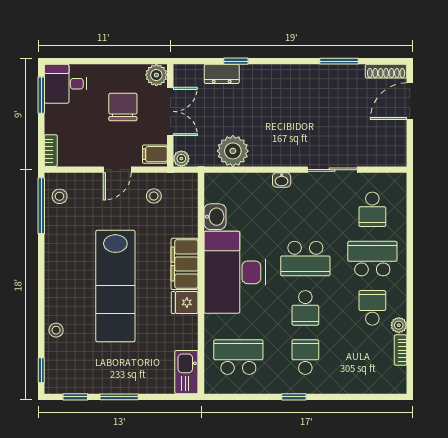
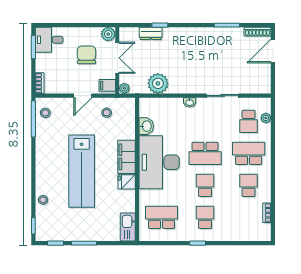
school desk: (305, 308) -> (205, 185), turned 180
plant: (399, 325) -> (266, 118), moved

